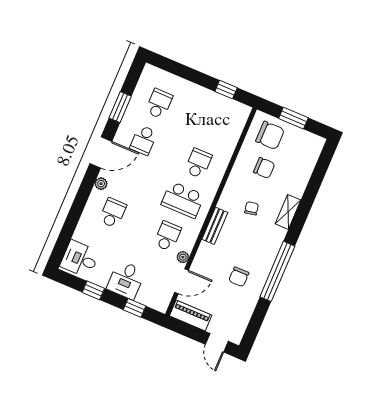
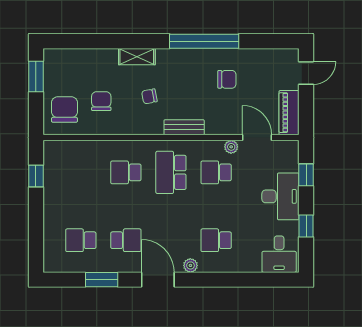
window: (293, 118) -> (36, 77), moved
school desk: (183, 200) -> (171, 172), turned 180
desk: (126, 280) -> (280, 196), width x1.37

